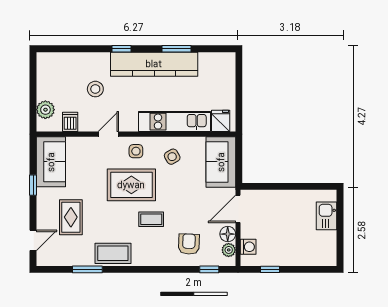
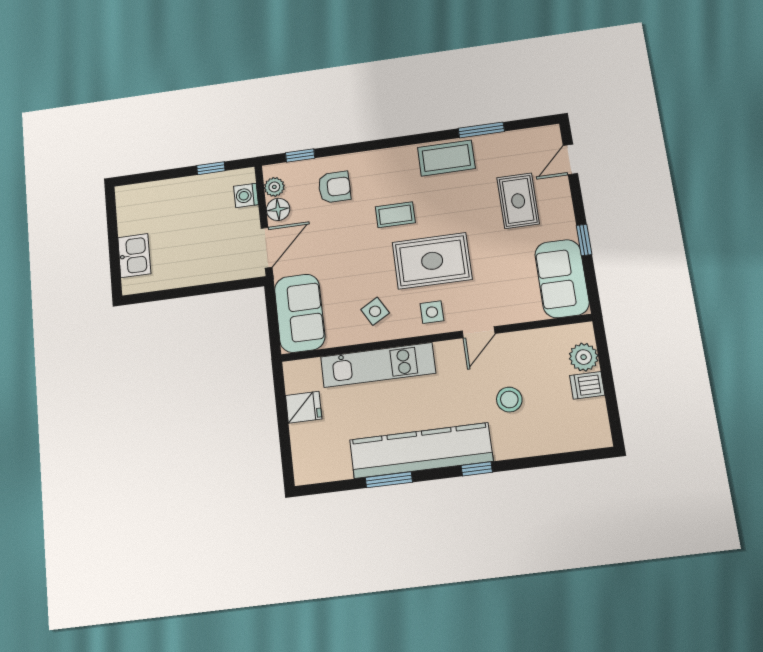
fridge: (221, 121) -> (304, 407), moved, turned -90
dishwasher: (70, 122) -> (587, 385), moved, turned 90
armchair: (189, 244) -> (334, 187), turned -92

